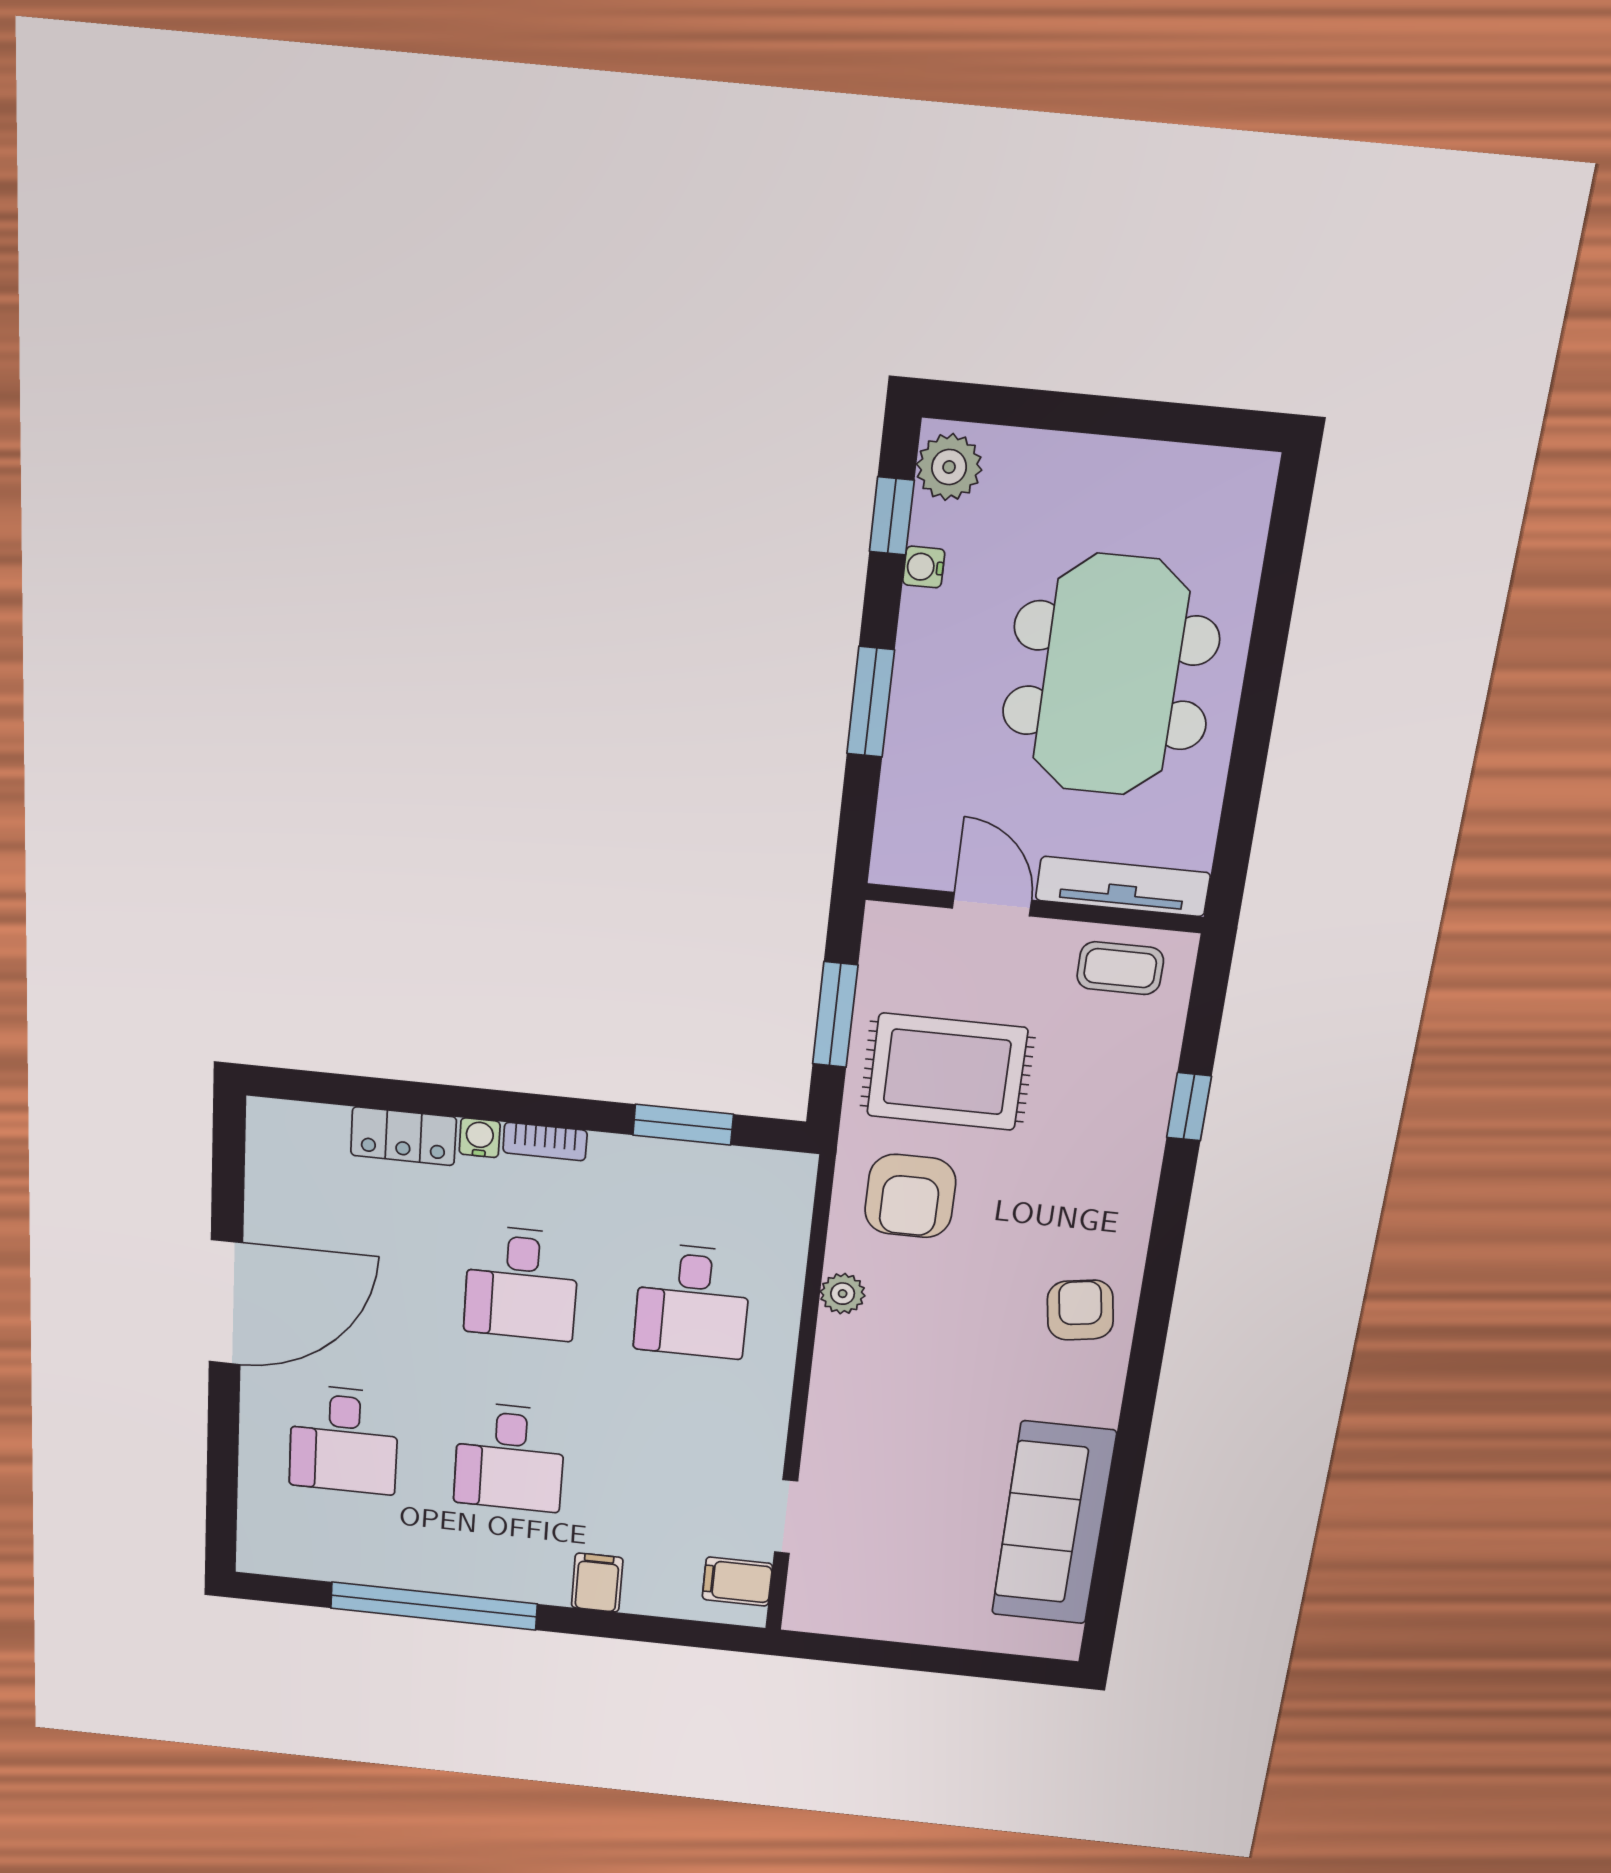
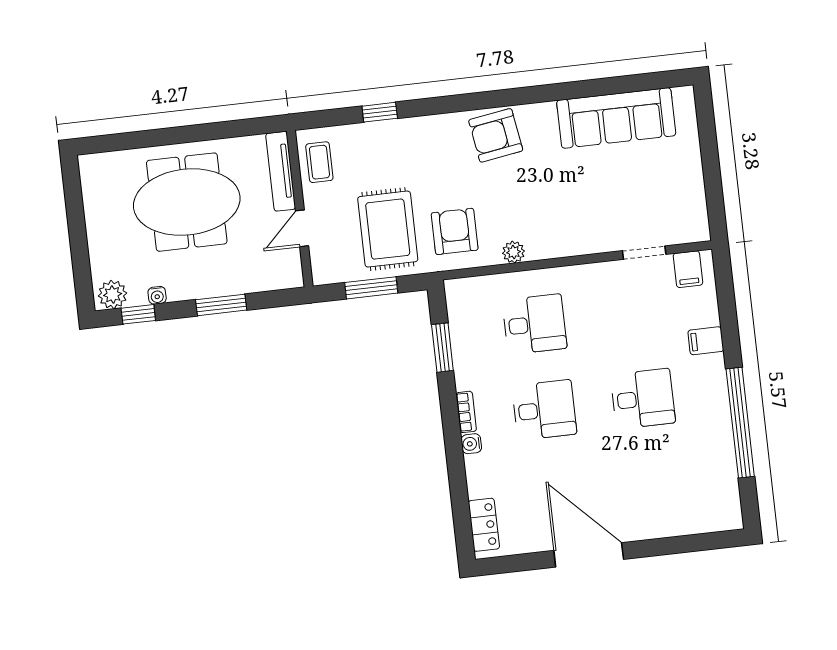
locker: (403, 1136) -> (484, 525), moved
armchair: (910, 1196) -> (455, 231), turned -90
armchair: (1080, 1310) -> (496, 135), width x1.38, depth x1.38
desk: (344, 1440) -> (653, 484), removed

